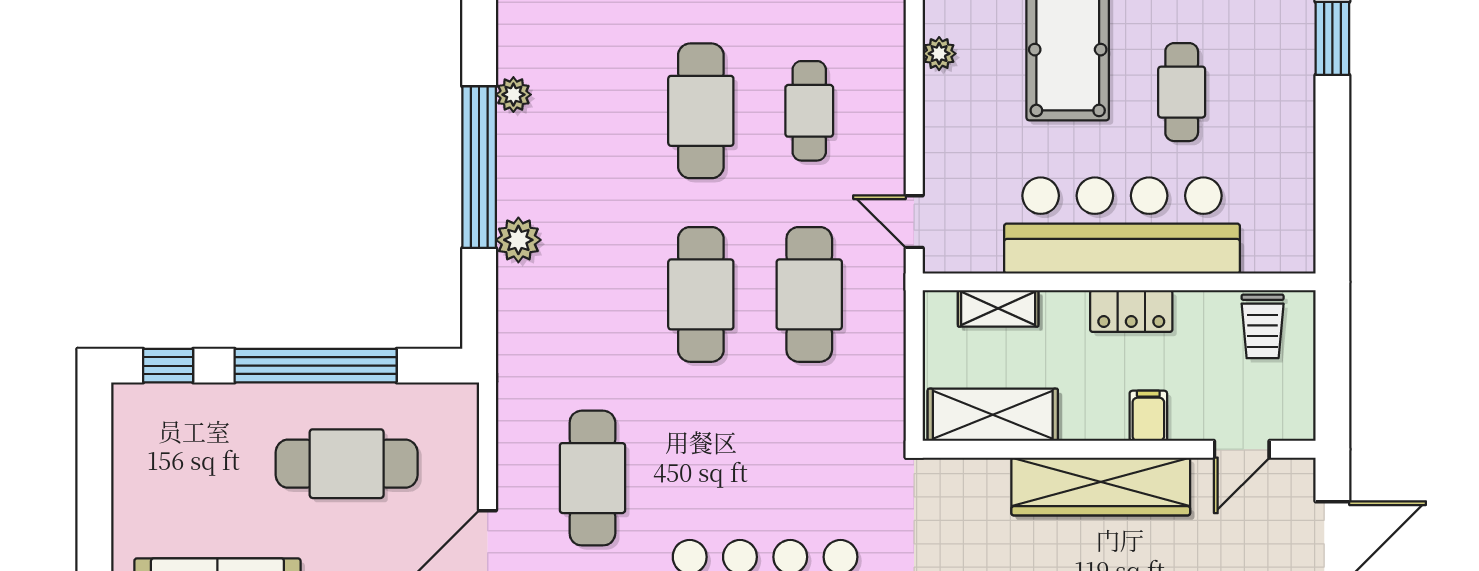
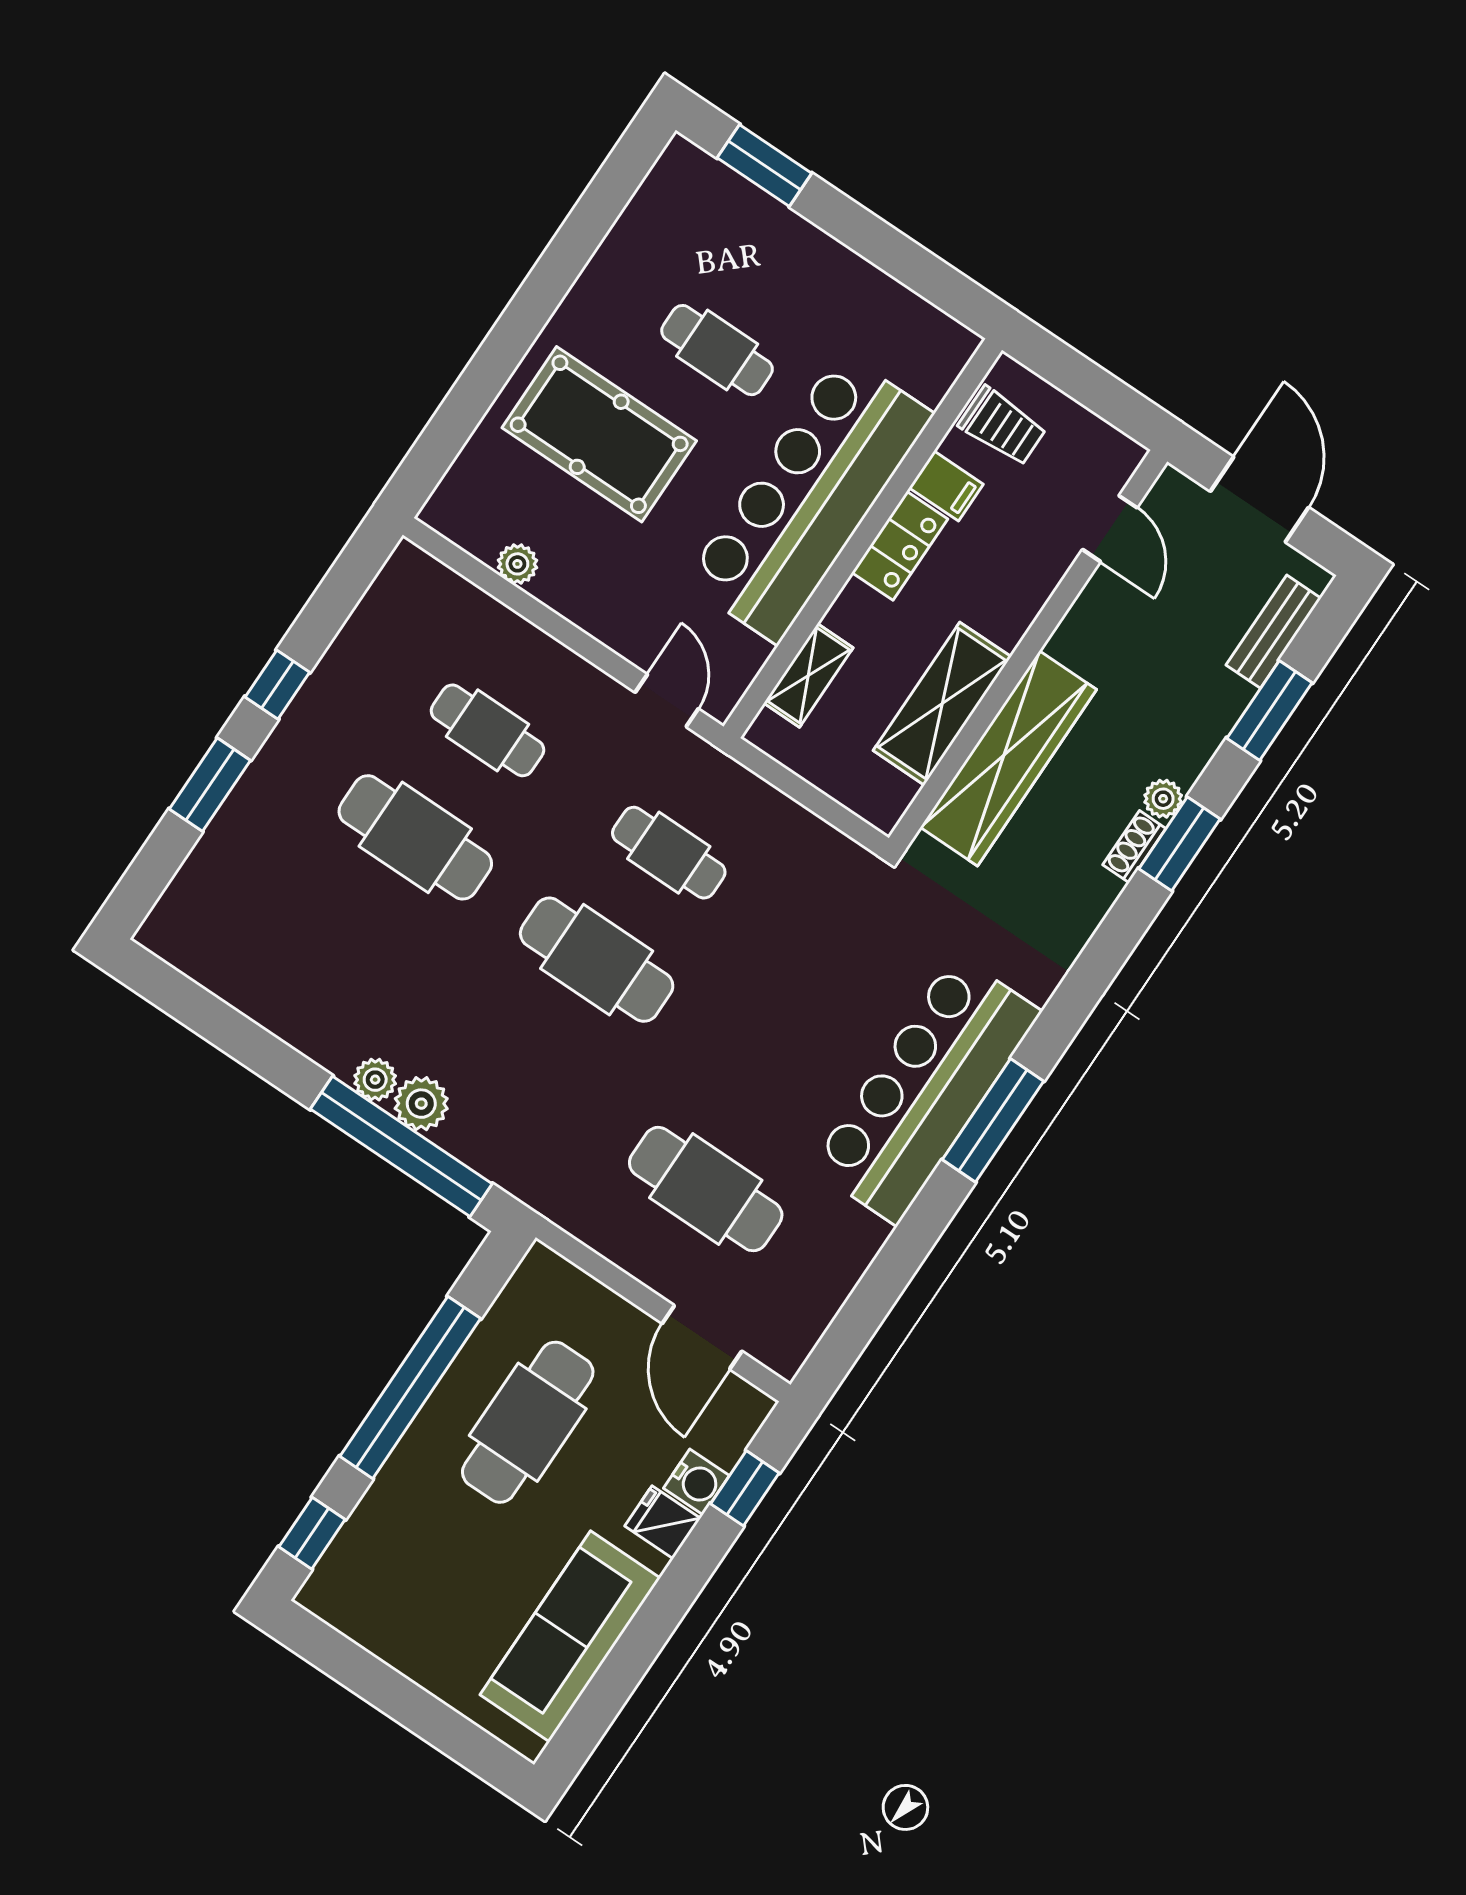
plant: (513, 95) -> (375, 1080), moved
window: (479, 167) -> (401, 1146), moved
door: (914, 222) -> (667, 701), swing flipped
cafe table: (809, 294) -> (669, 853), width x0.73, depth x0.74
shelving: (993, 415) -> (942, 704), moved
filing cabinet: (1148, 416) -> (946, 486), moved, turned 180
wardrobe: (1101, 487) -> (1008, 758), moved

